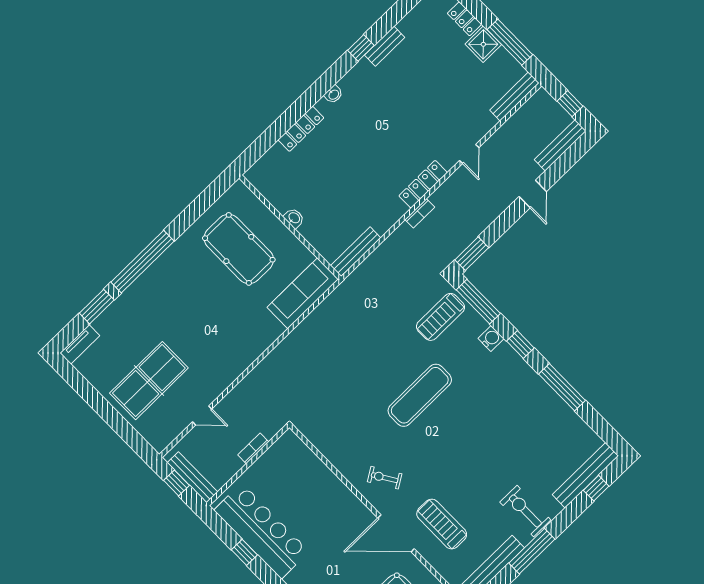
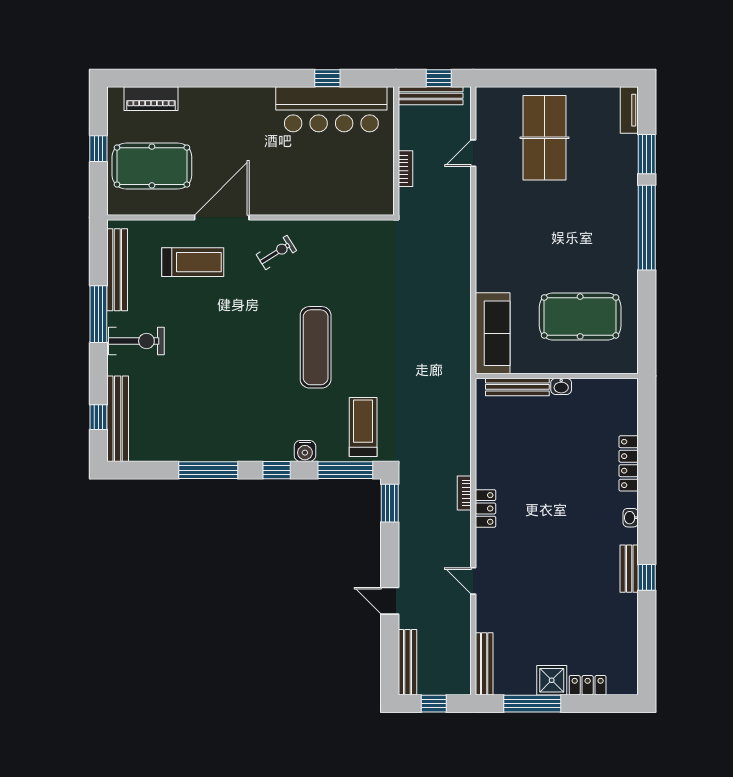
bench: (385, 46) -> (629, 569), moved
locker: (423, 184) -> (486, 508), width x0.66
bench: (356, 252) -> (517, 387), moved, turned 90

